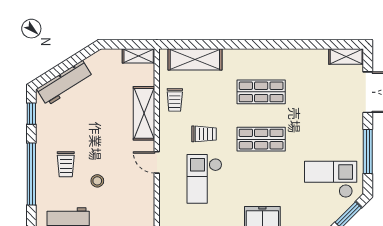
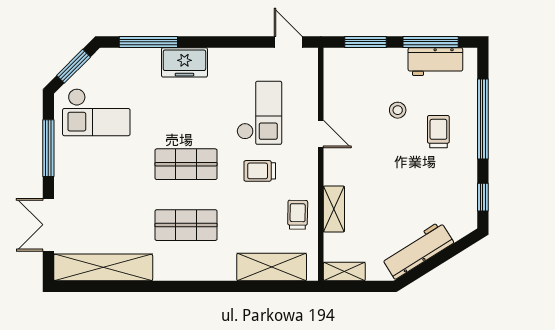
shelving: (346, 57) -> (103, 267), width x2.20, depth x1.33
workbench: (65, 83) -> (418, 250), moved
shelving: (144, 113) -> (334, 209), width x0.67, depth x0.75

